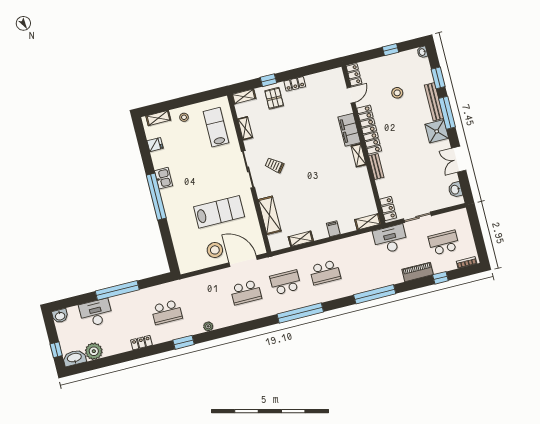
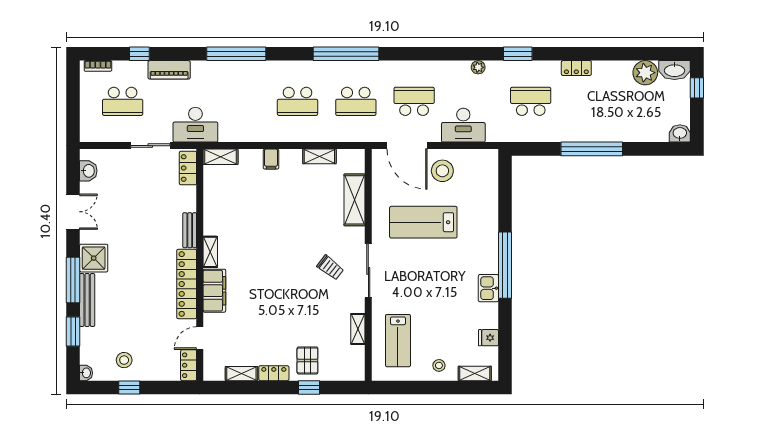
stool: (397, 93) -> (124, 360), moved
shelving: (244, 96) -> (241, 374), moved
school desk: (325, 272) -> (298, 101), turned 180
desk: (96, 313) -> (463, 125), moved

